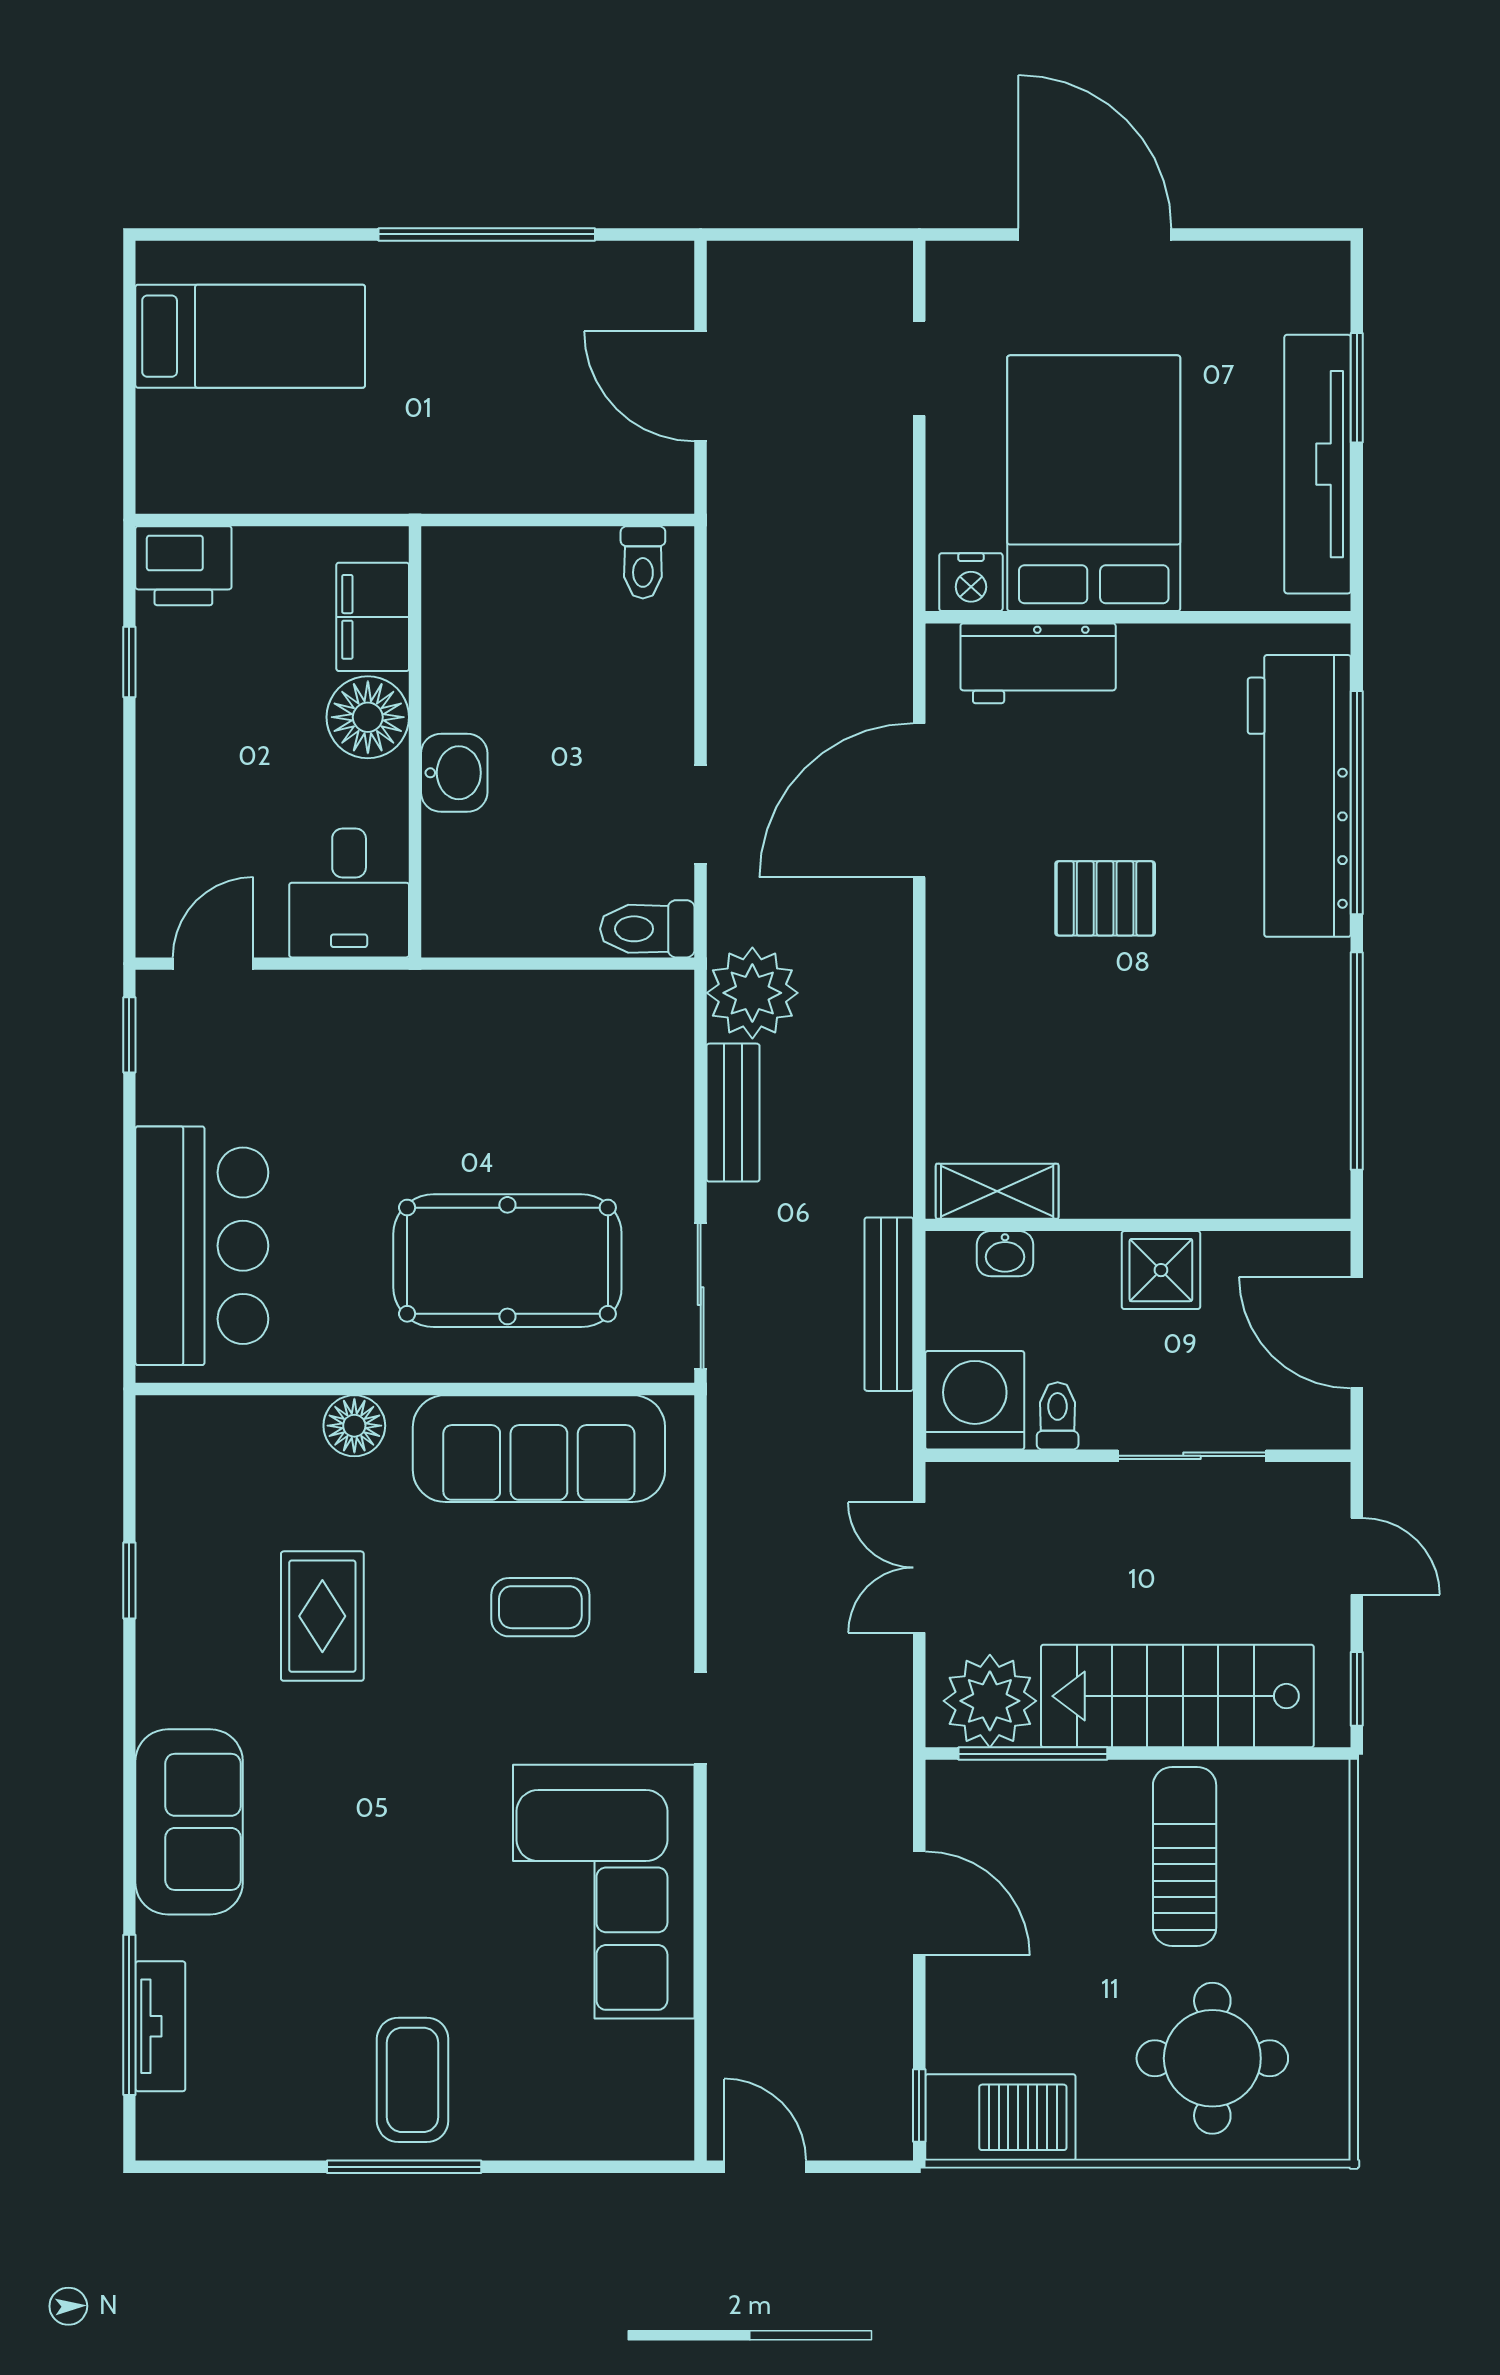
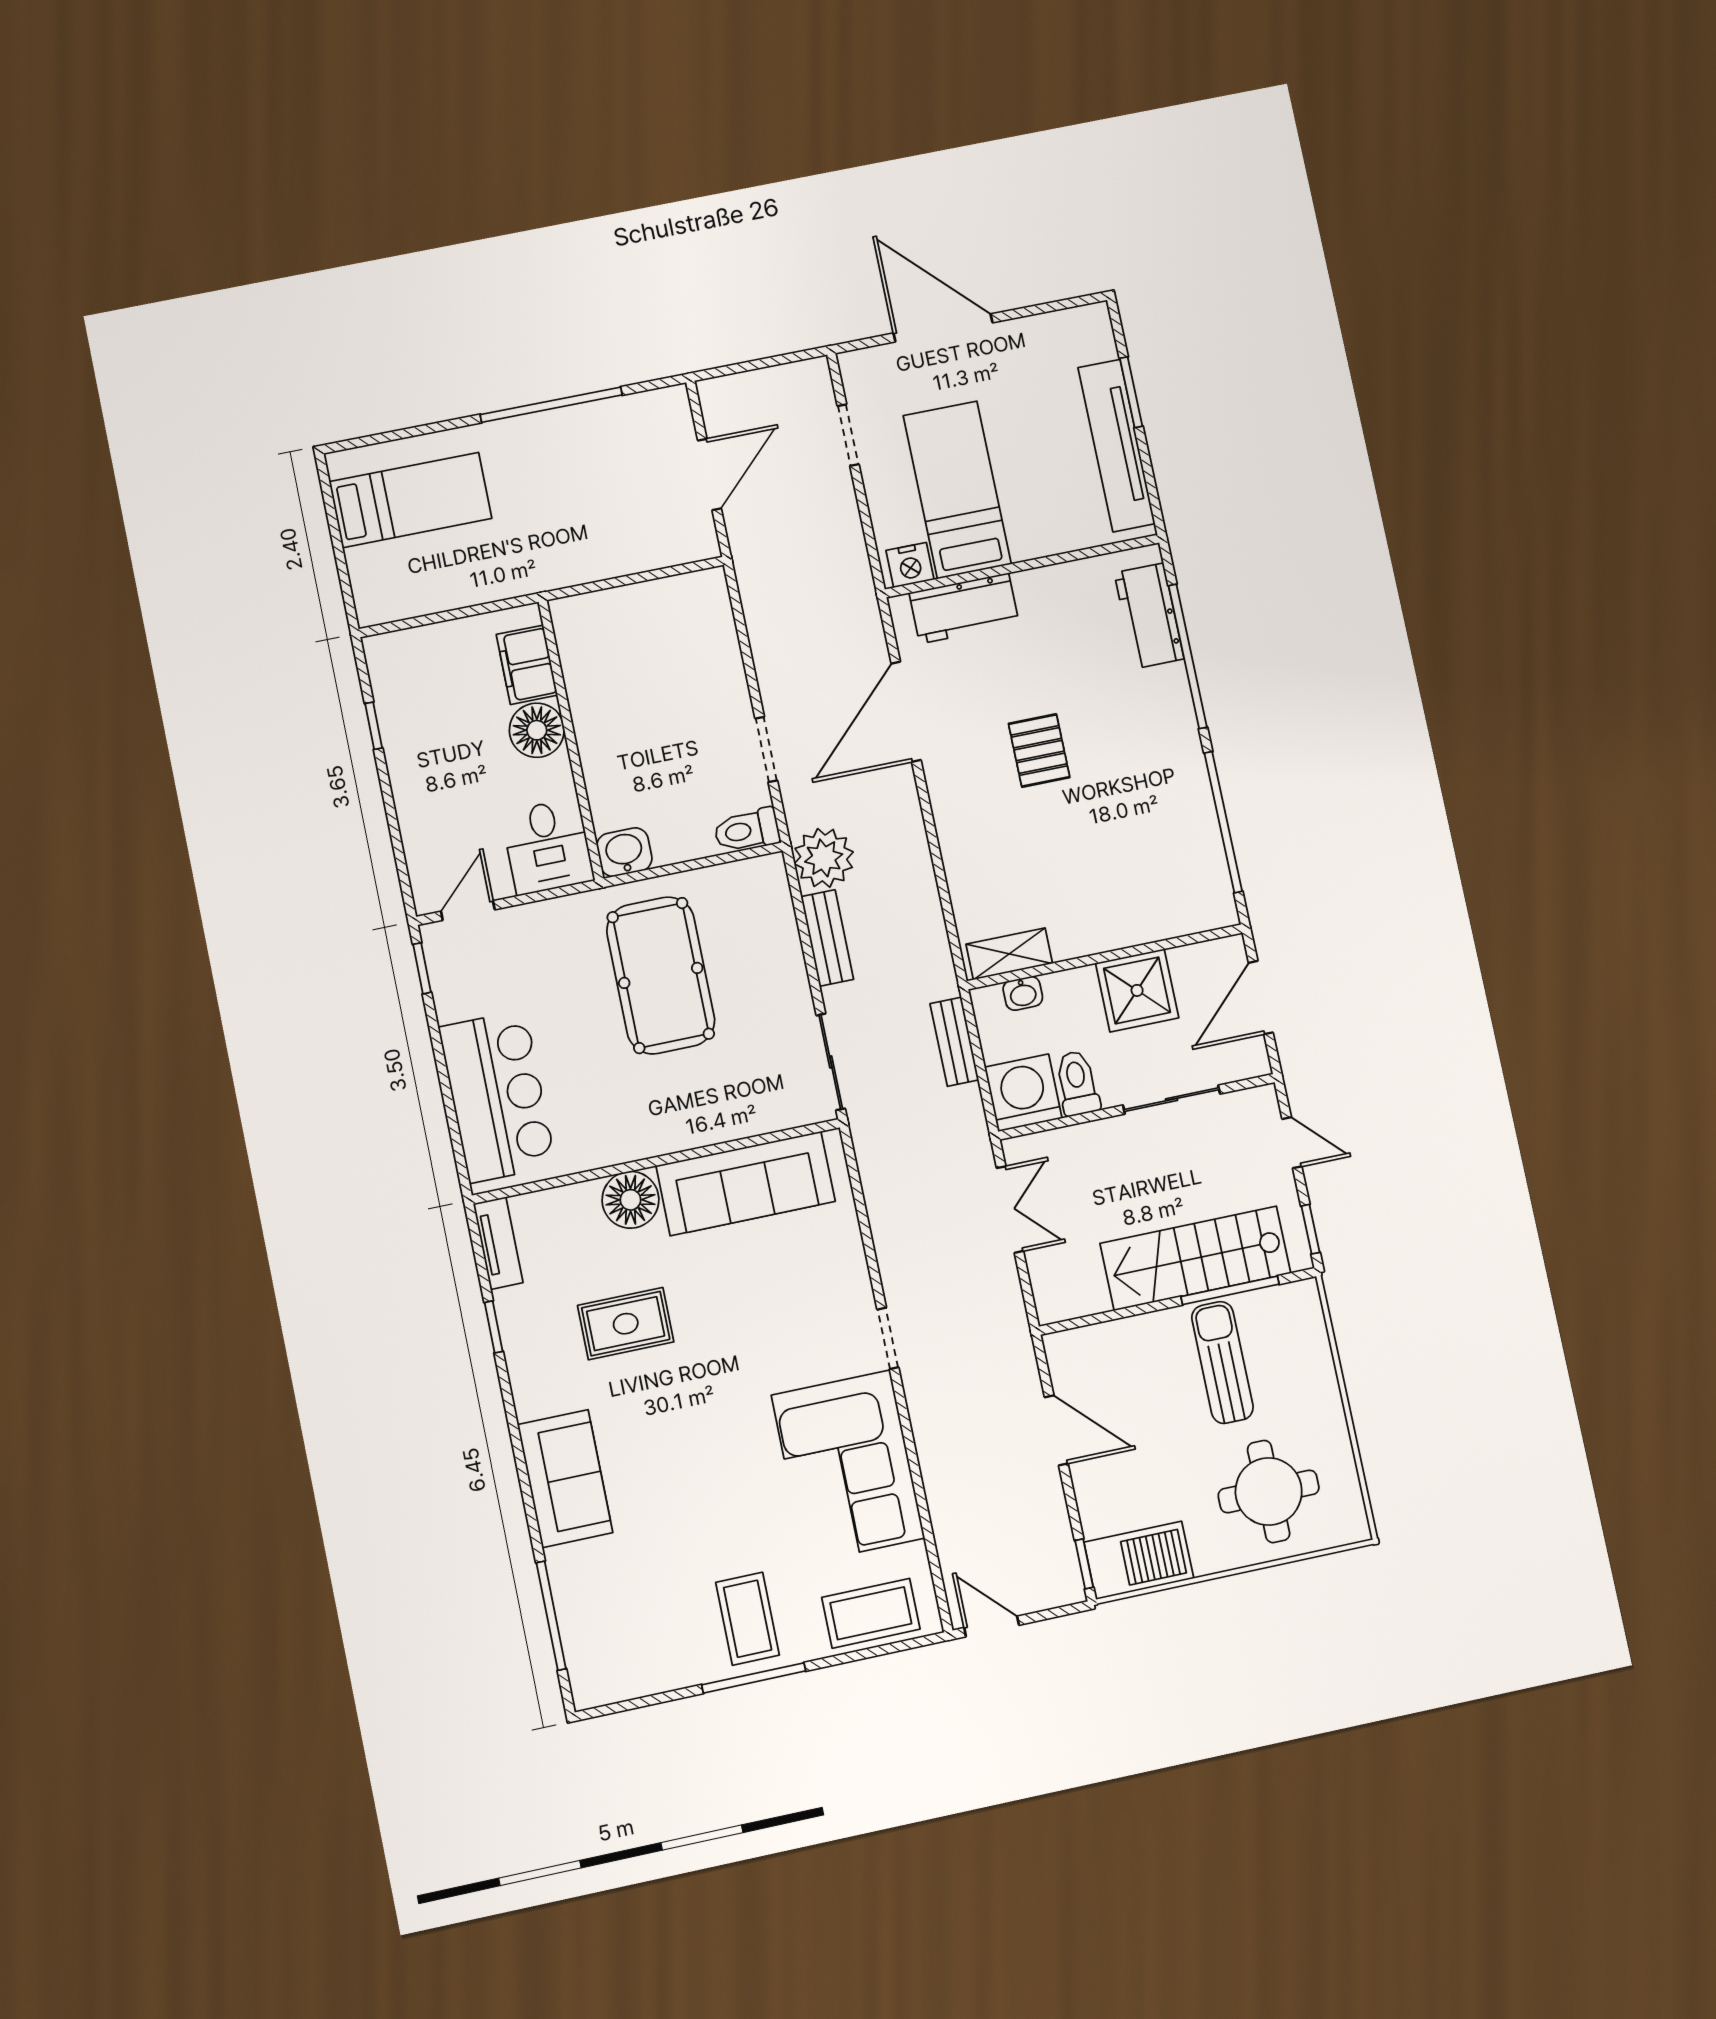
door: (701, 386) -> (710, 474), swing flipped
bed: (1094, 483) -> (957, 490), width x0.67
toilet: (643, 562) -> (695, 595), removed
printer: (183, 566) -> (397, 656), removed
washbasin: (454, 773) -> (624, 852), moved, turned -90
workbench: (1299, 796) -> (1149, 616), width x0.53, depth x0.76
pallet: (1105, 898) -> (1039, 750), turned 90
pool table: (507, 1261) -> (661, 975), moved, turned 90
shower: (1161, 1270) -> (1137, 990), width x1.36, depth x1.36
bench: (889, 1304) -> (954, 1042), width x0.73
door: (1357, 1333) -> (1261, 998), hinge flipped
toilet: (1058, 1416) -> (1077, 1083), width x1.37, depth x1.39
floor lamp: (354, 1426) -> (630, 1200), width x1.38, depth x1.38
double door: (919, 1568) -> (1010, 1210), swing flipped
coffee table: (540, 1607) -> (871, 1613), moved, width x1.36, depth x1.30
rug: (322, 1616) -> (626, 1324), turned 90
plant: (990, 1701) -> (1074, 1287), removed
window: (1033, 1754) -> (1230, 1290), moved
tv unit: (160, 2026) -> (498, 1243), moved

